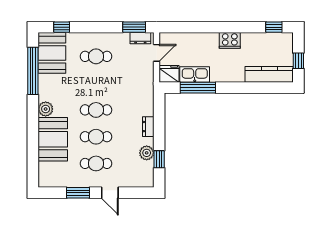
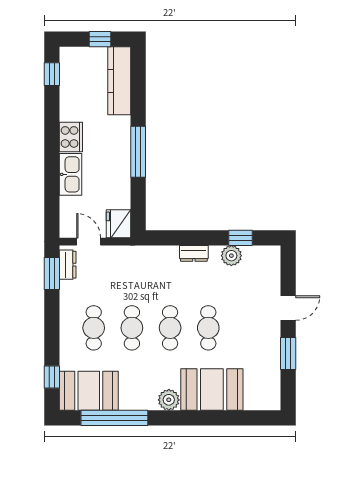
kitchen sink: (195, 75) -> (71, 174), moved, turned 180
window: (198, 88) -> (138, 152), moved
cafe table: (96, 163) -> (132, 328), moved

